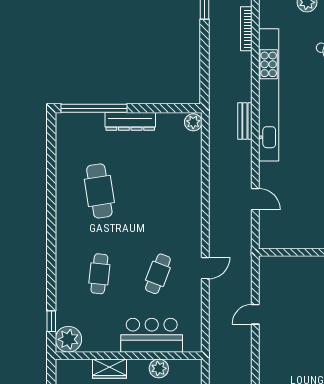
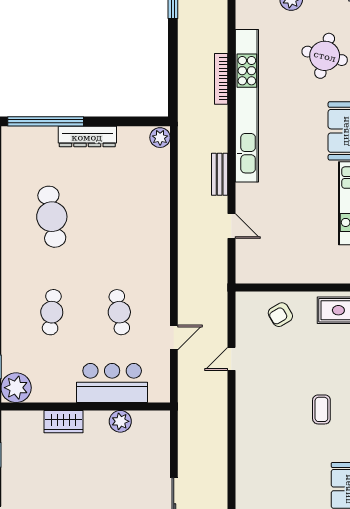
bookcase: (246, 29) -> (221, 79), moved
bench: (245, 121) -> (220, 174), moved
door: (205, 268) -> (174, 337), moved
cafe table: (158, 274) -> (119, 312), turned -30
armchair: (298, 276) -> (280, 315), added

